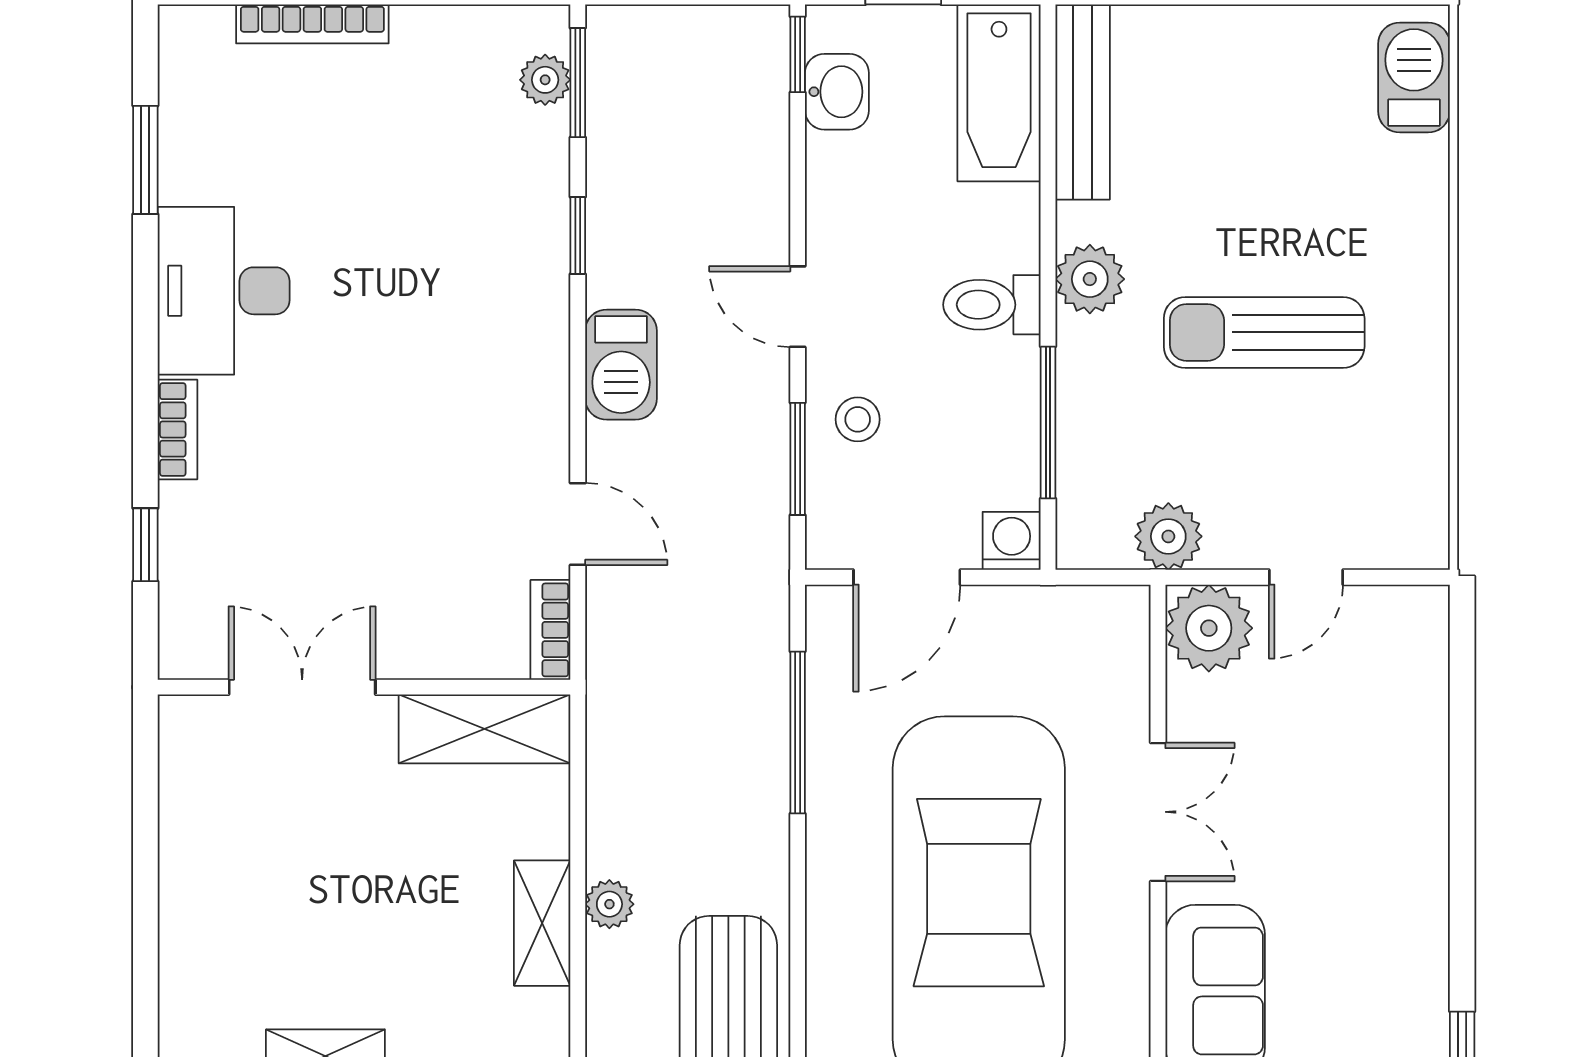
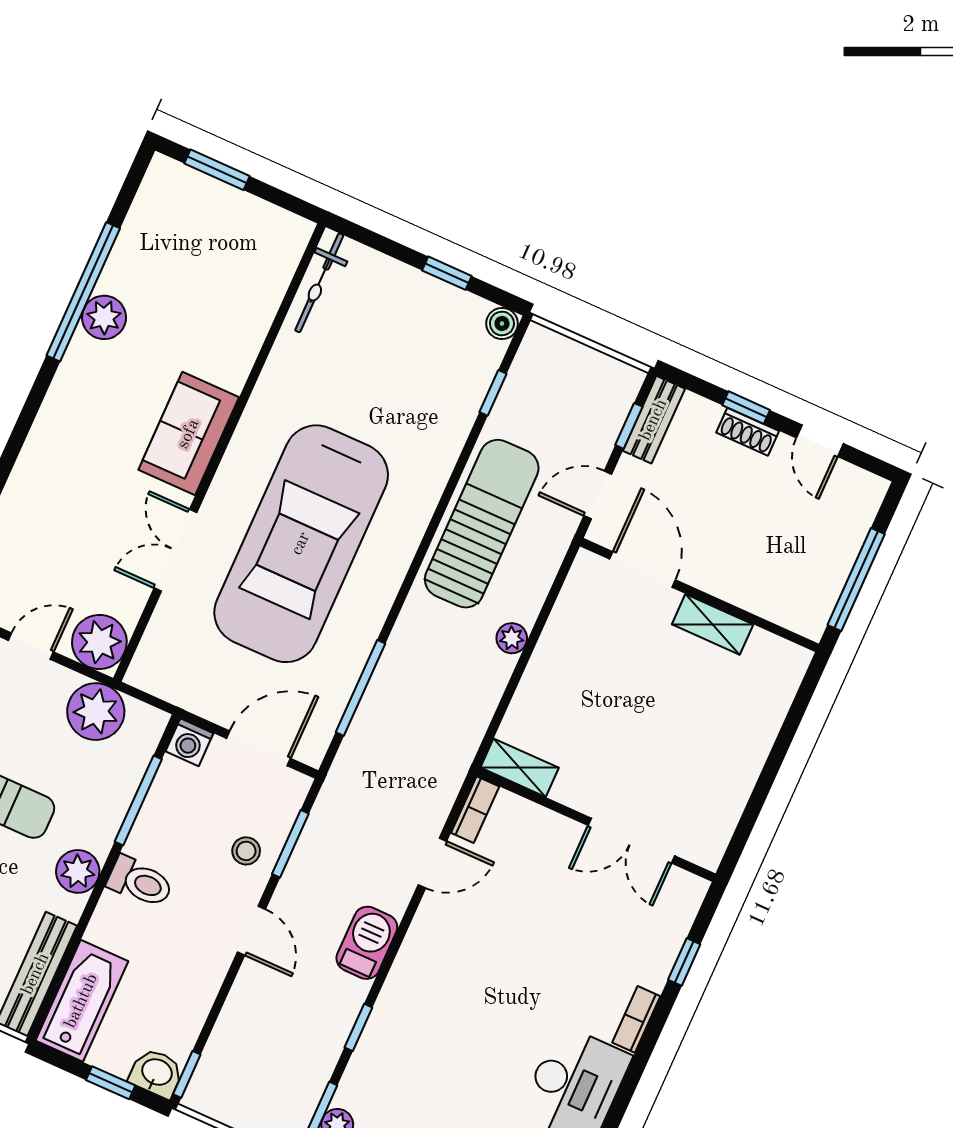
washbasin: (837, 92) -> (156, 1073), moved, turned 90
door: (578, 524) -> (432, 863), swing flipped
plant: (1168, 536) -> (96, 712), width x1.36, depth x1.36
shelving: (484, 729) -> (520, 768), width x0.67, depth x0.75
shelving: (542, 923) -> (555, 645), removed

